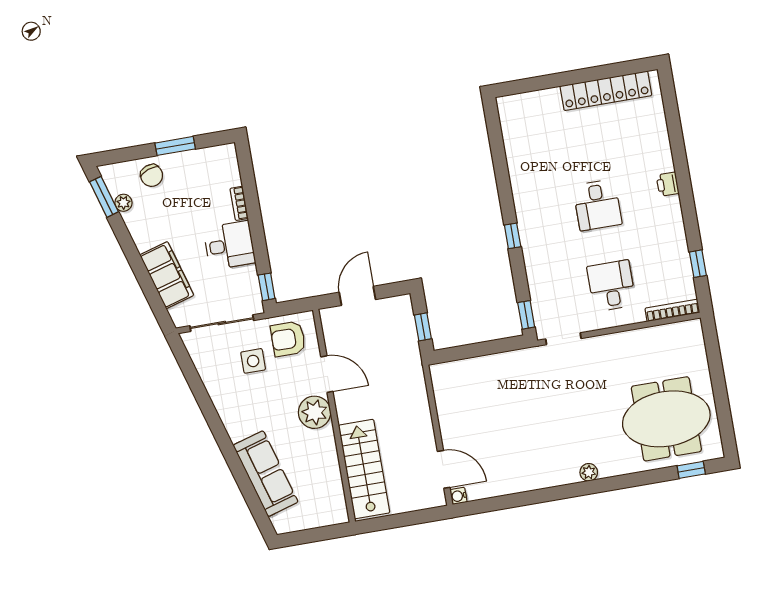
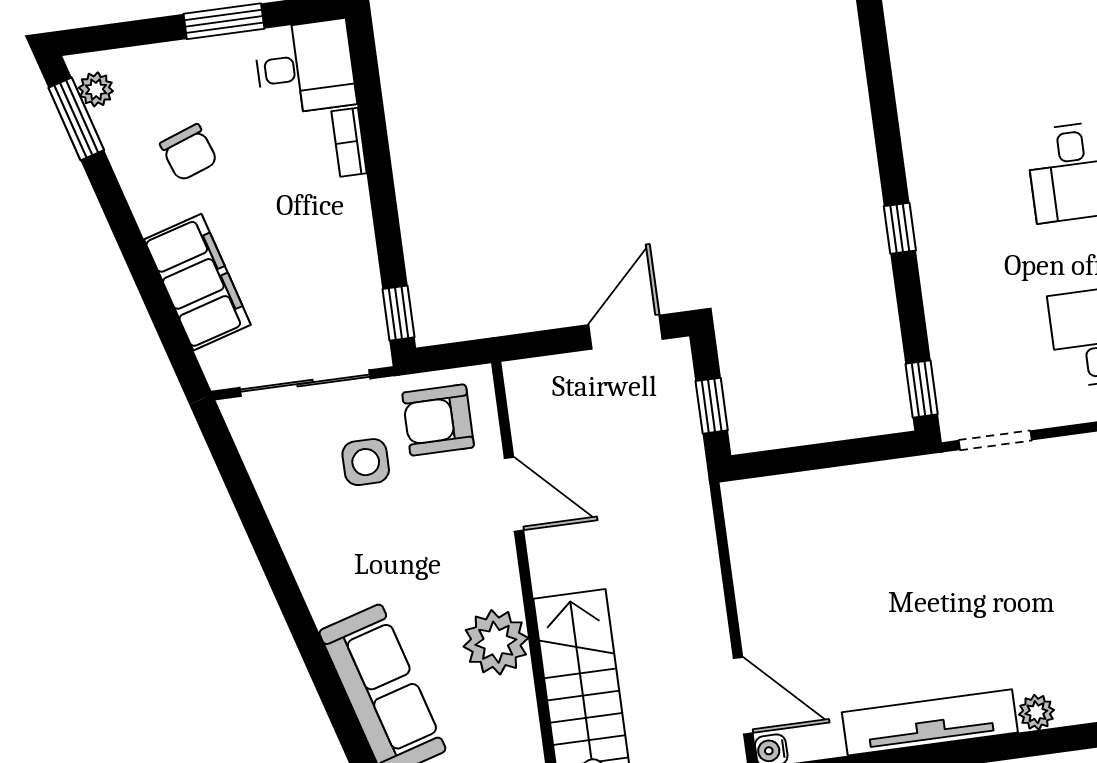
chair: (152, 175) -> (189, 153), moved
plant: (123, 203) -> (96, 89), moved
desk: (229, 245) -> (305, 67), moved
door: (357, 296) -> (626, 332), moved
plant: (315, 412) -> (496, 642), moved
tv unit: (536, 479) -> (930, 722), added

